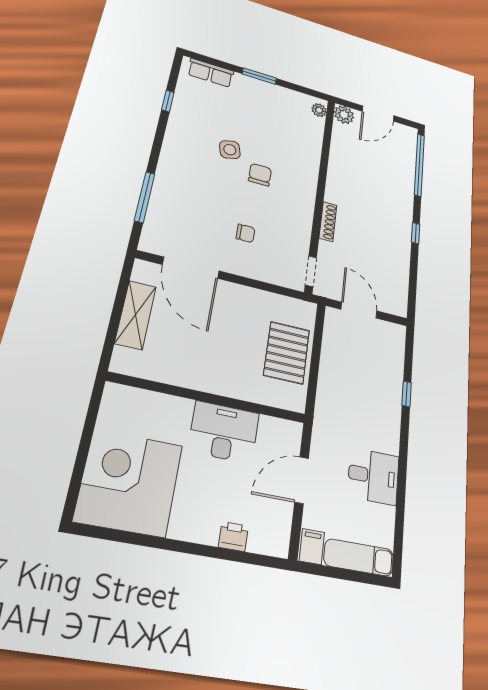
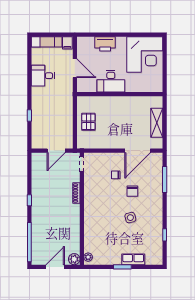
row of seats: (211, 73) -> (133, 259), moved
chair: (260, 175) -> (132, 191), moved
door: (191, 268) -> (138, 151), swing flipped
door: (359, 310) -> (56, 151), hinge flipped
pallet: (287, 353) -> (88, 122), width x0.67, depth x0.71
door: (302, 480) -> (75, 68), hinge flipped
printer: (233, 536) -> (105, 44), width x1.87, depth x1.48

